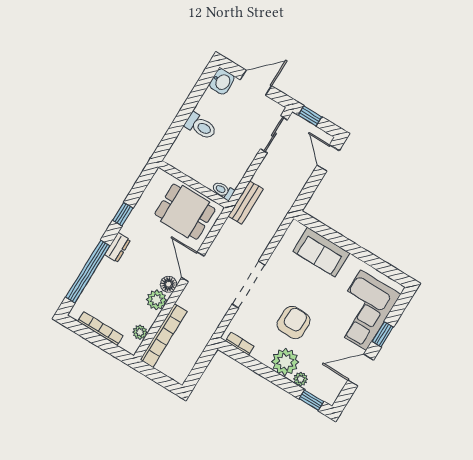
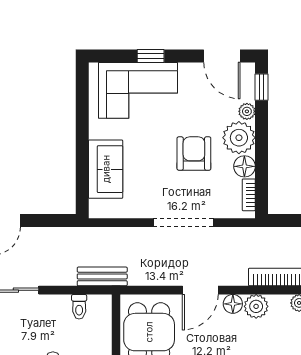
toilet: (223, 191) -> (79, 307), moved
armchair: (294, 322) -> (194, 154), turned 90
floor lamp: (262, 353) -> (244, 166), added
door: (361, 370) -> (222, 56), moved

